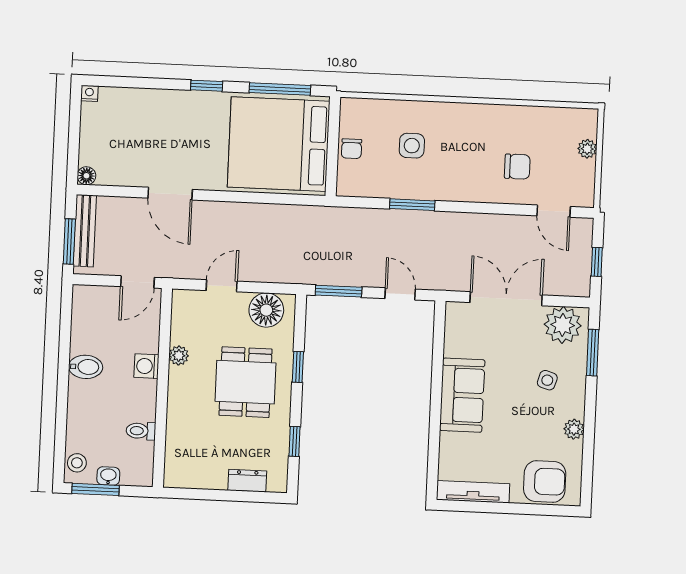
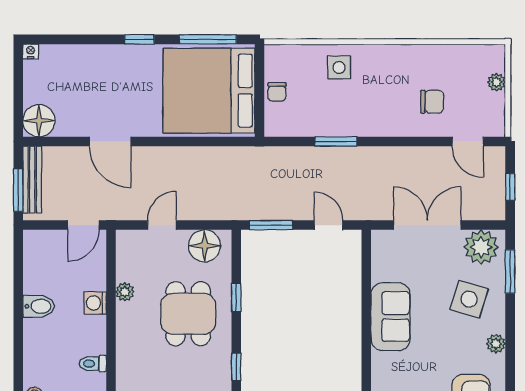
side table: (412, 146) -> (339, 67), moved
floor lamp: (86, 176) -> (39, 121), width x1.89, depth x1.89
side table: (547, 380) -> (469, 299), width x1.87, depth x1.87

